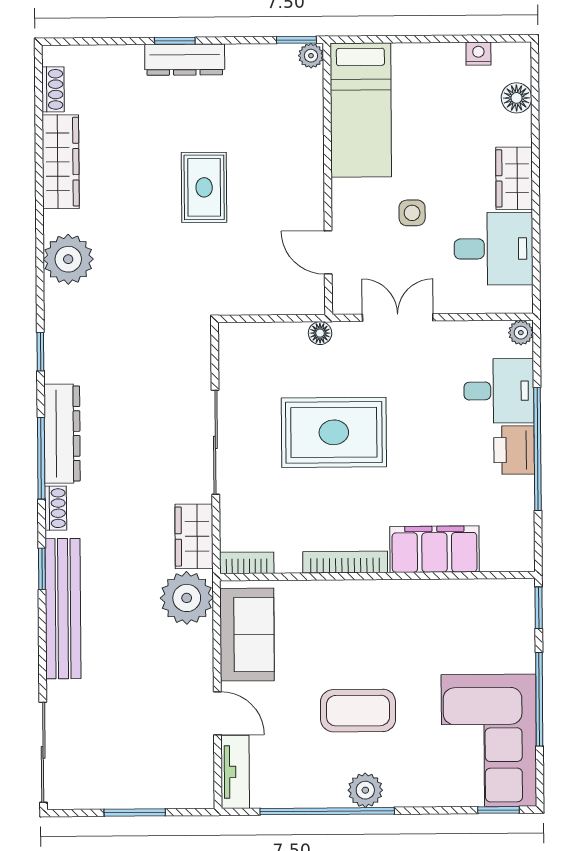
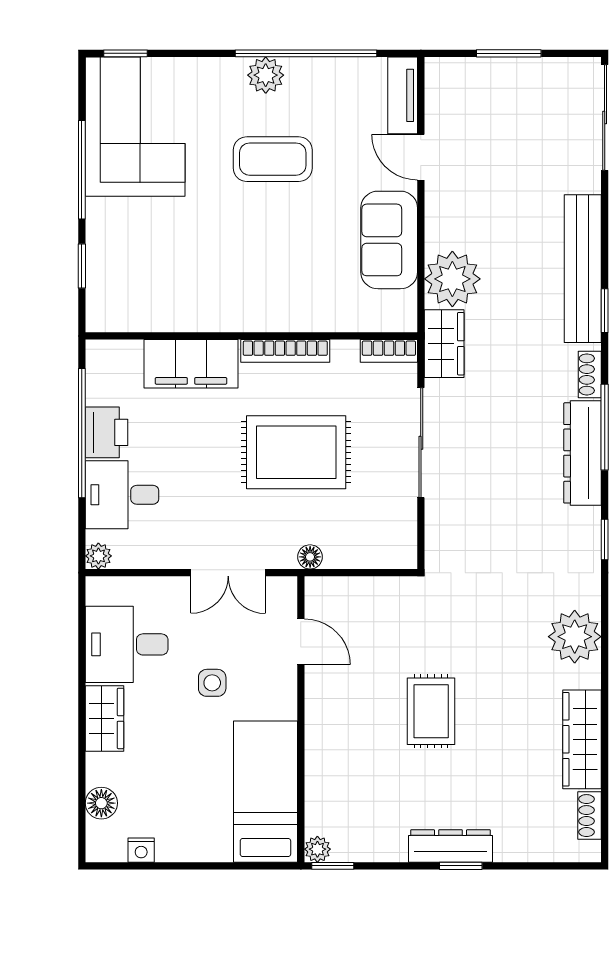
filing cabinet: (435, 549) -> (191, 364), moved
bookcase: (345, 562) -> (285, 351), moved
bookcase: (247, 563) -> (389, 351), moved
wall: (377, 576) -> (251, 336), moved

